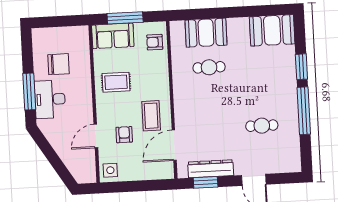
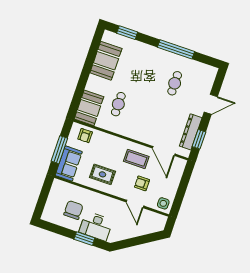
booth: (272, 30) -> (106, 61), moved
booth: (206, 33) -> (89, 108), moved
window: (301, 67) -> (127, 33), moved
rug: (116, 82) -> (102, 174), turned 90
window: (29, 91) -> (84, 239), width x0.69

